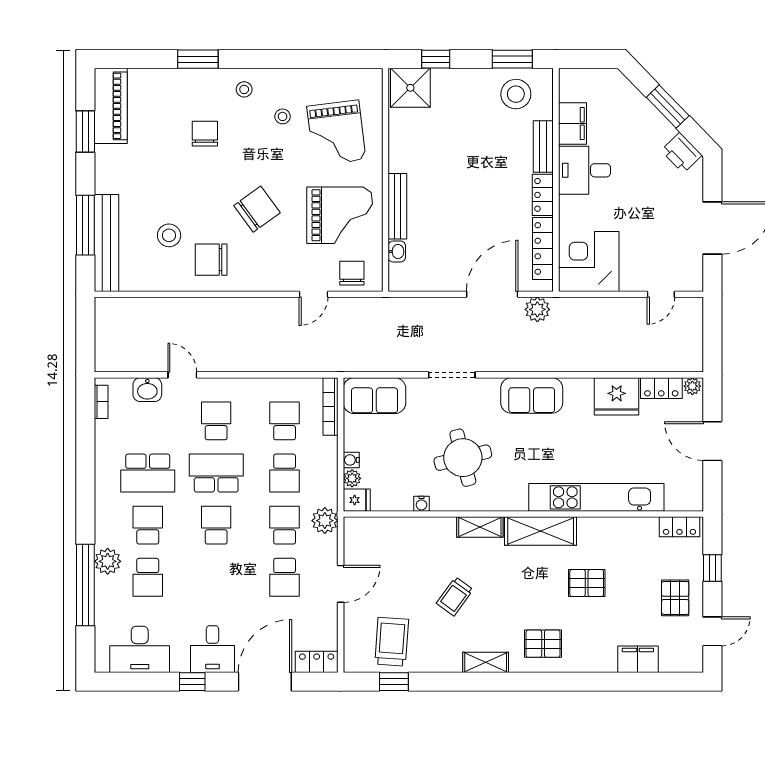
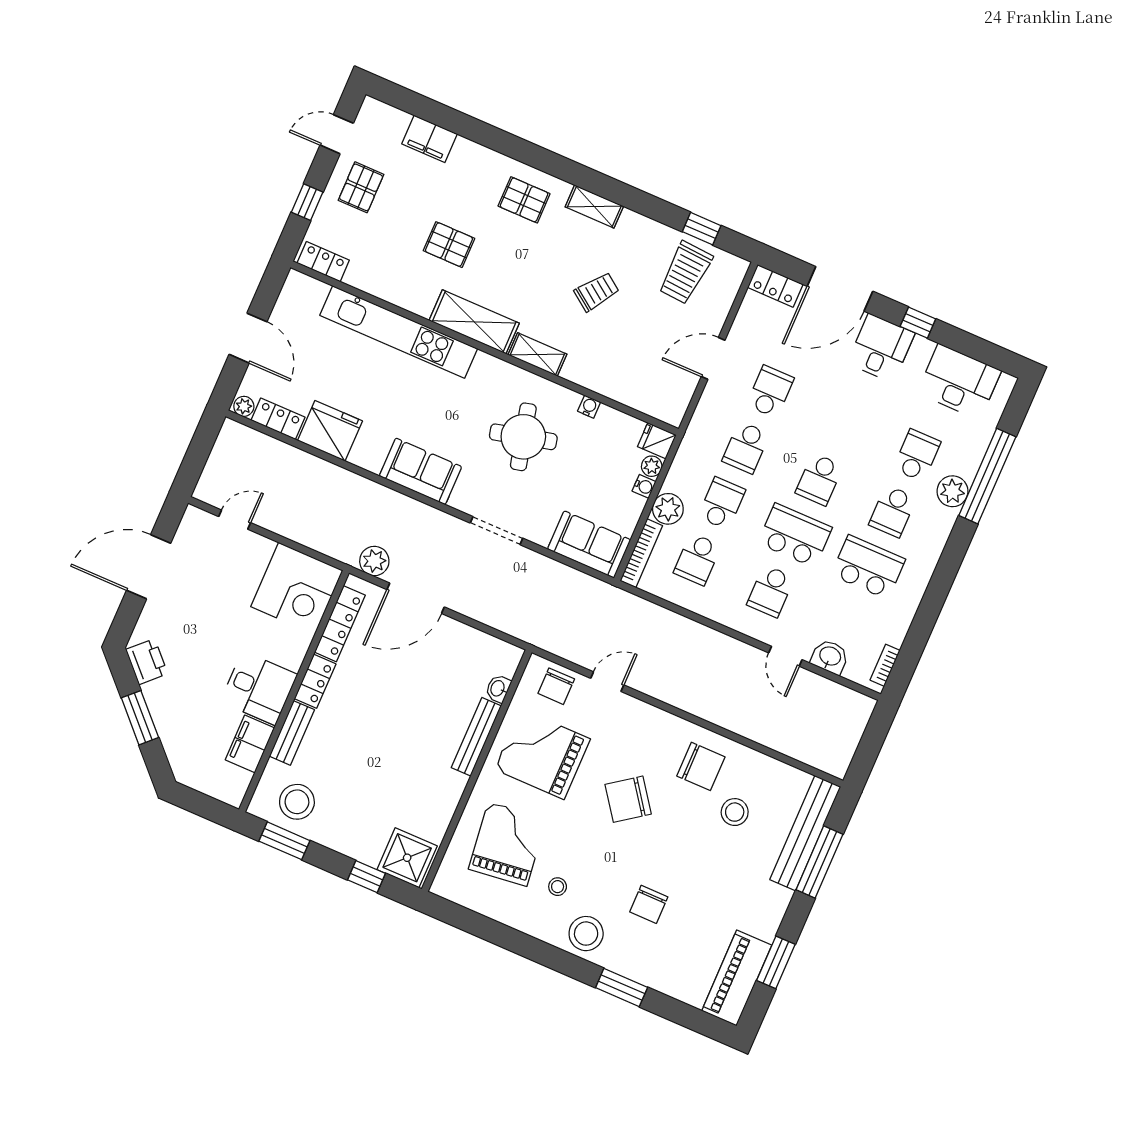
stool: (244, 89) -> (586, 934), width x1.89, depth x1.89
school desk: (216, 473) -> (795, 535), turned 180
plant: (325, 521) -> (668, 509), moved

